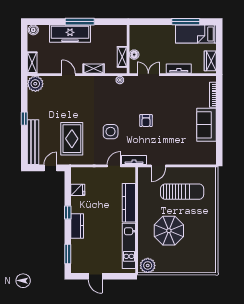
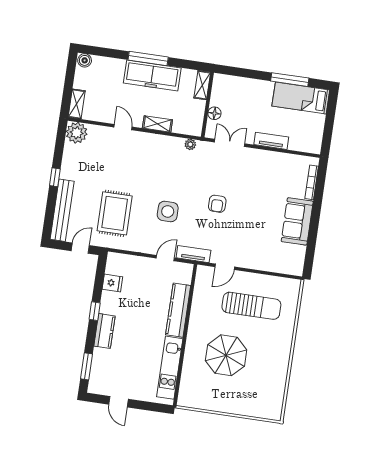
freezer: (70, 34) -> (152, 75), moved
shelving: (122, 57) -> (202, 85), moved
wardrobe: (210, 61) -> (315, 137), removed
plant: (148, 265) -> (191, 398), removed

